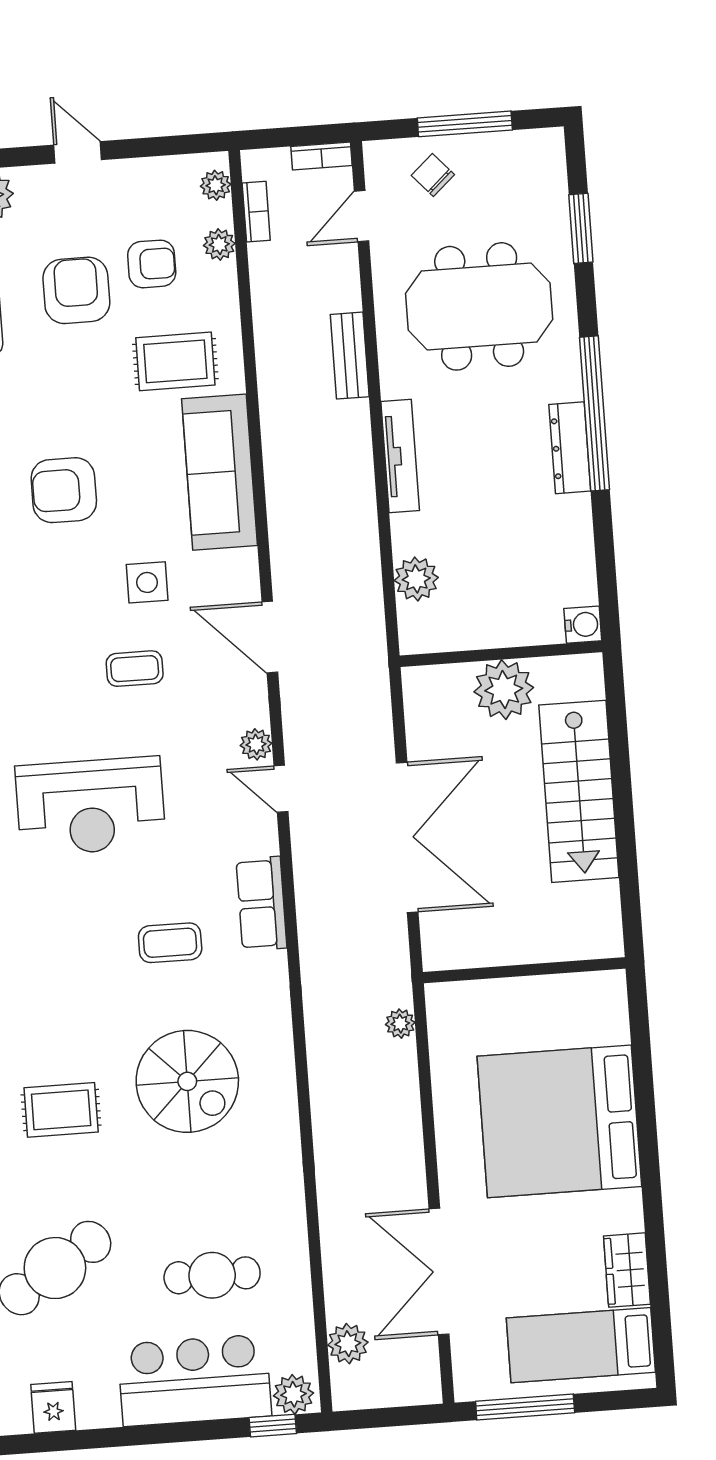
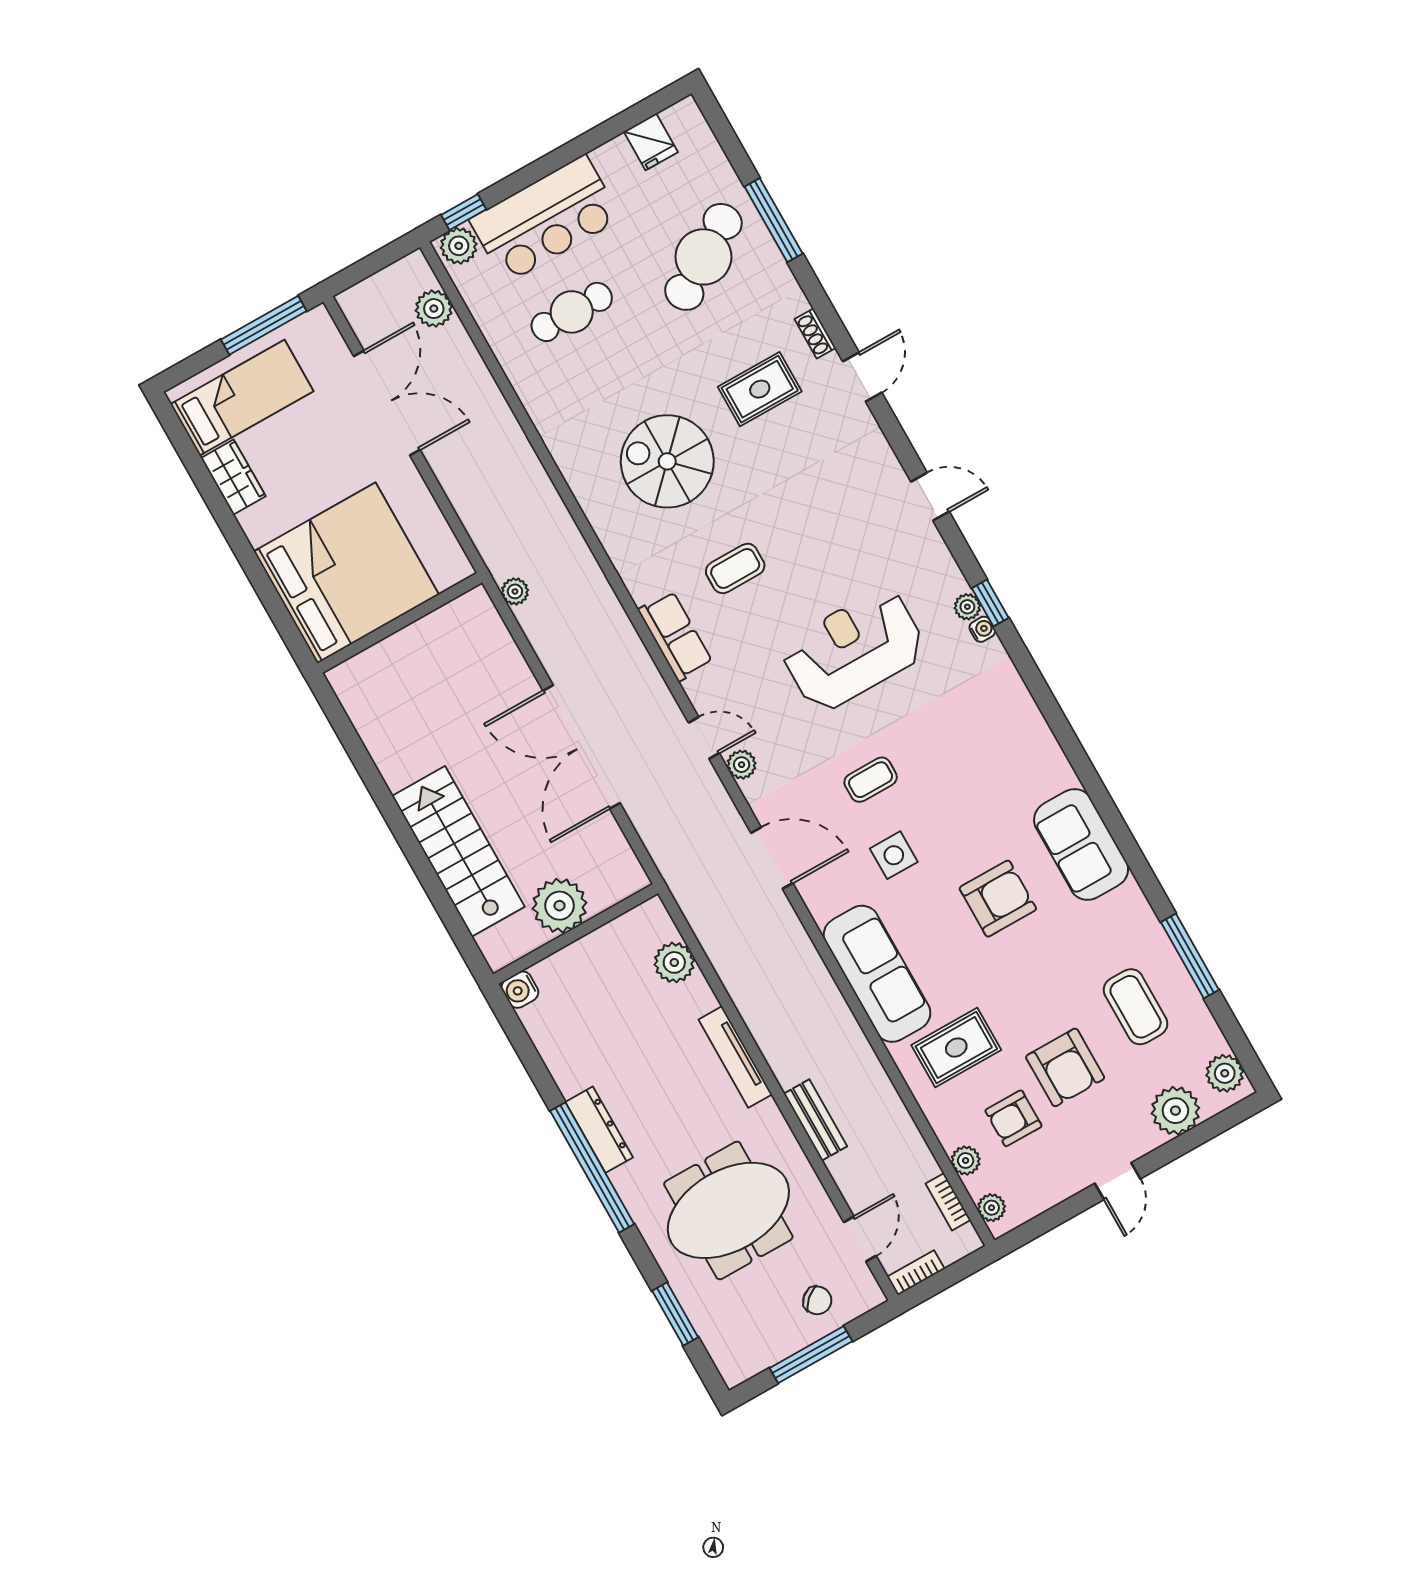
door: (78, 152) -> (1118, 1181), hinge flipped
wall: (524, 970) -> (400, 623), moved

